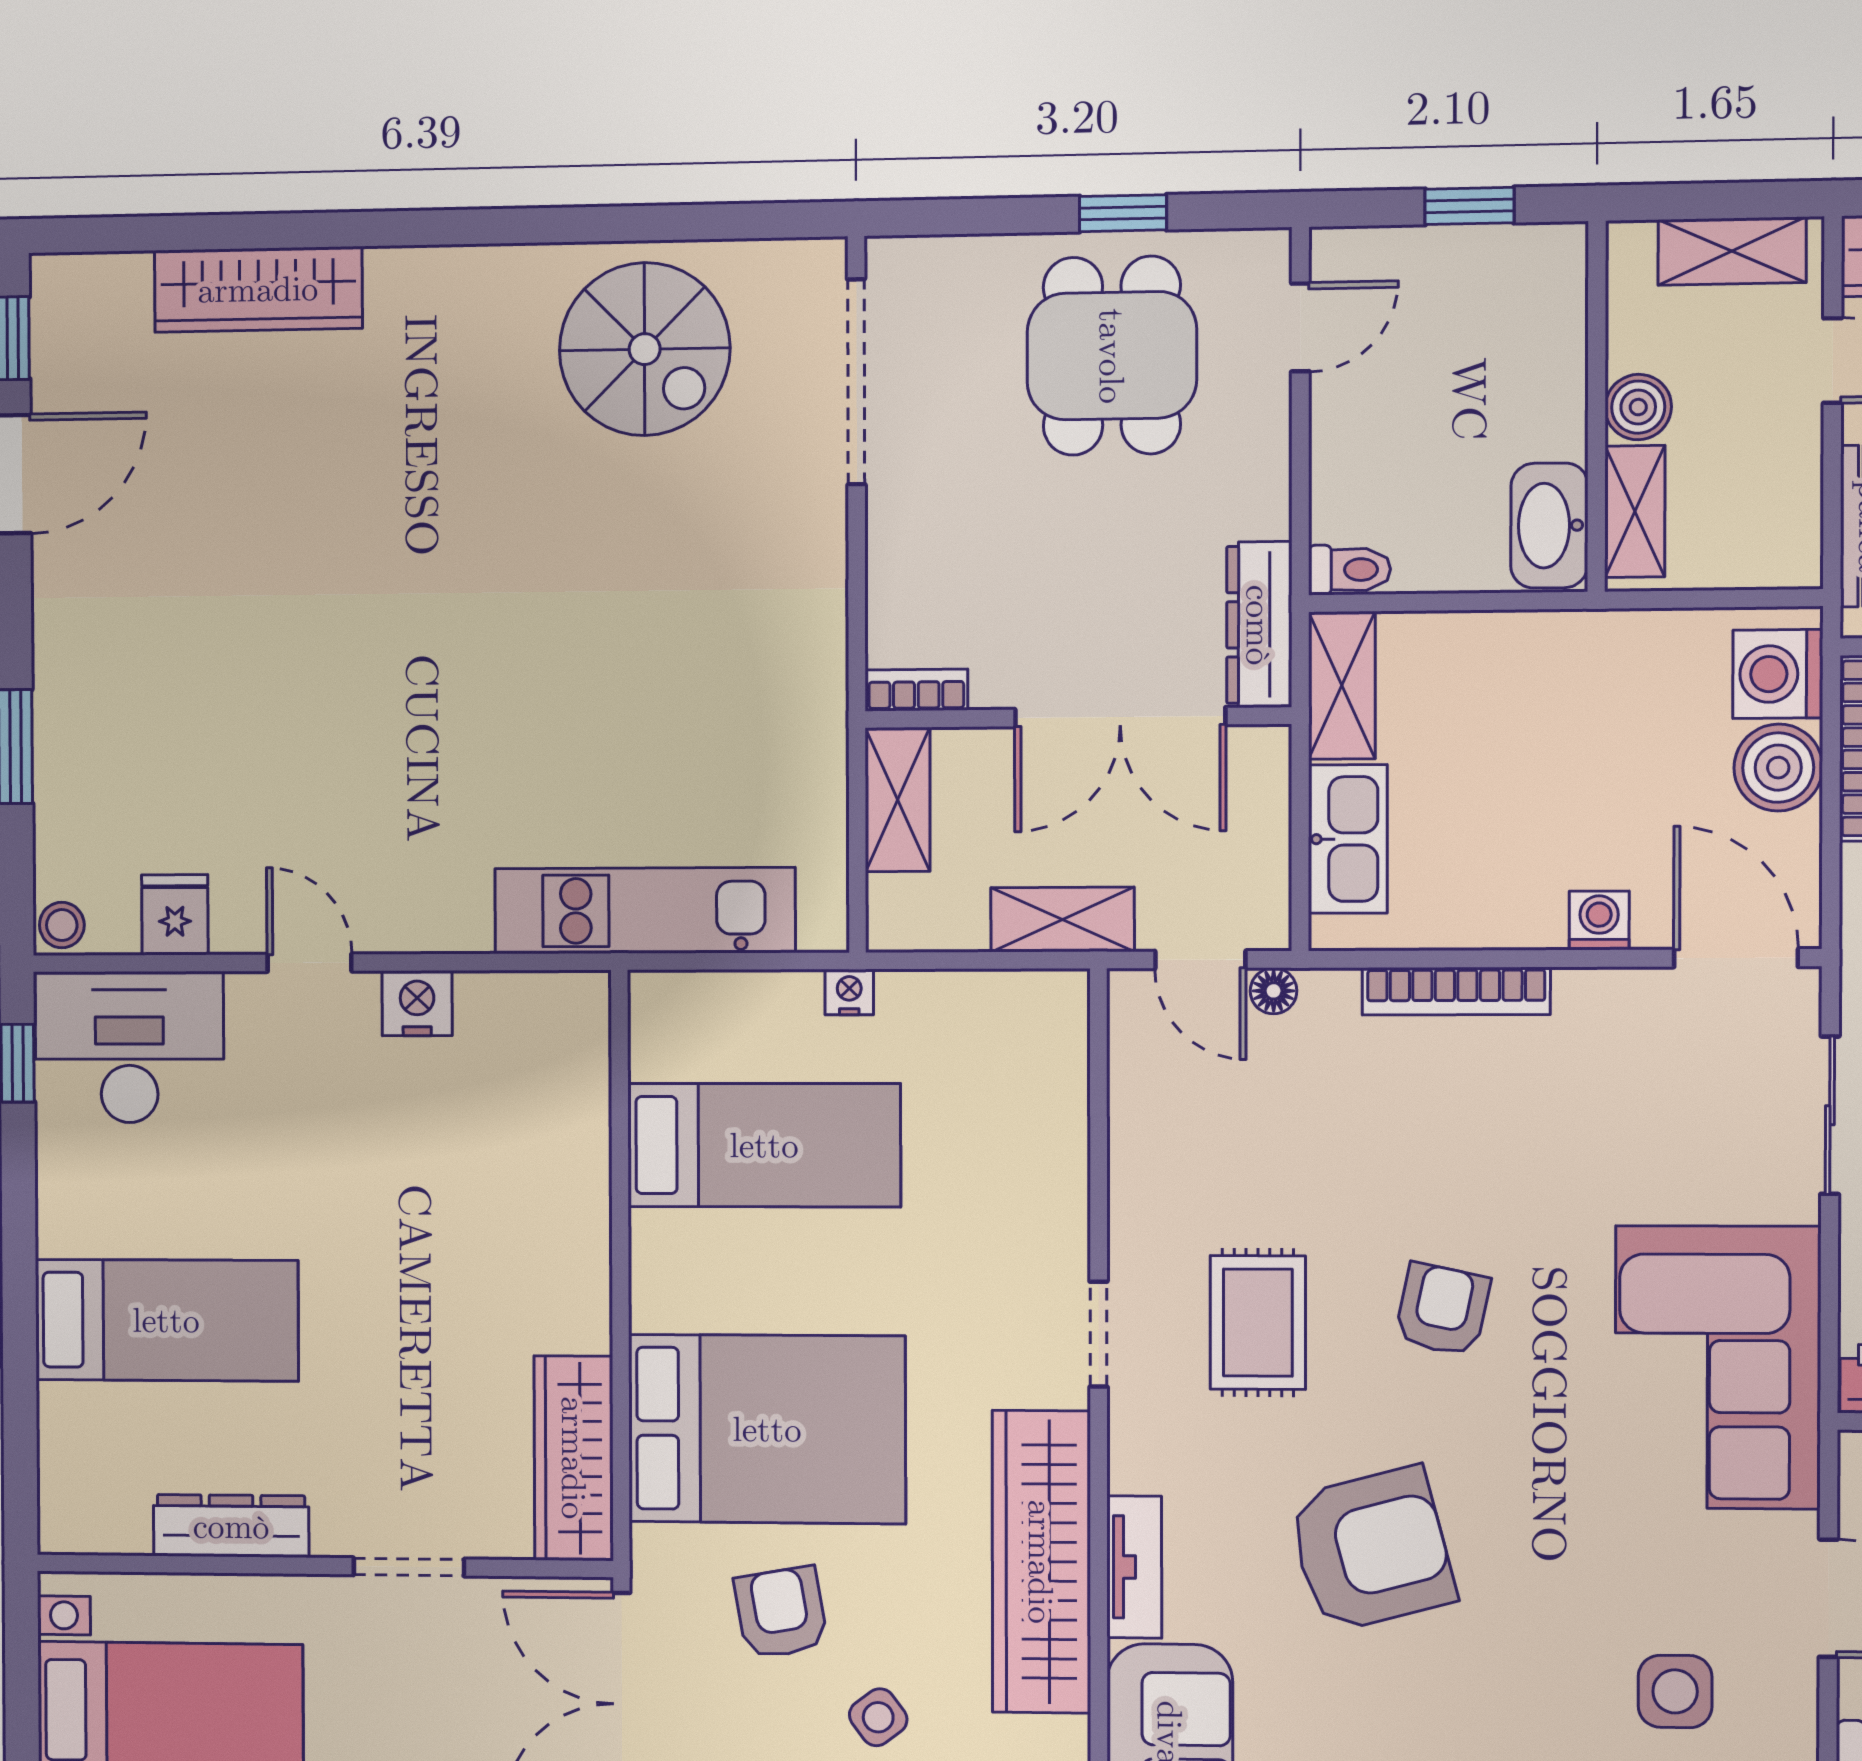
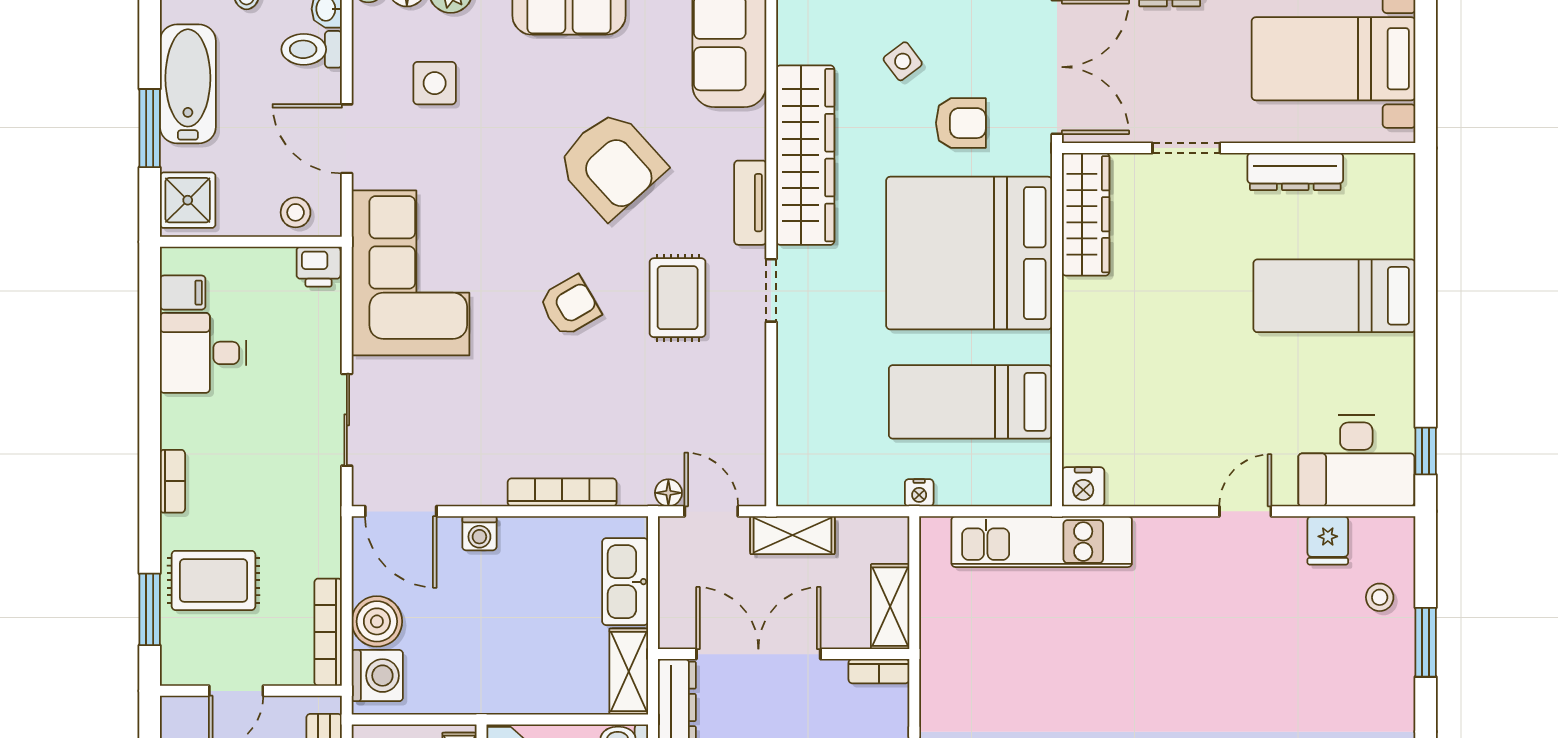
stool: (62, 925) -> (1380, 597), moved
door: (310, 963) -> (1245, 511), swing flipped
nightstand: (417, 1003) -> (1083, 487), moved
armchair: (1442, 1309) -> (570, 306), turned -132
bed: (767, 1429) -> (969, 253), width x1.36
armchair: (1371, 1550) -> (611, 164), turned -117
tv unit: (1134, 1567) -> (750, 203), moved
armchair: (781, 1613) -> (961, 123), turned -80

